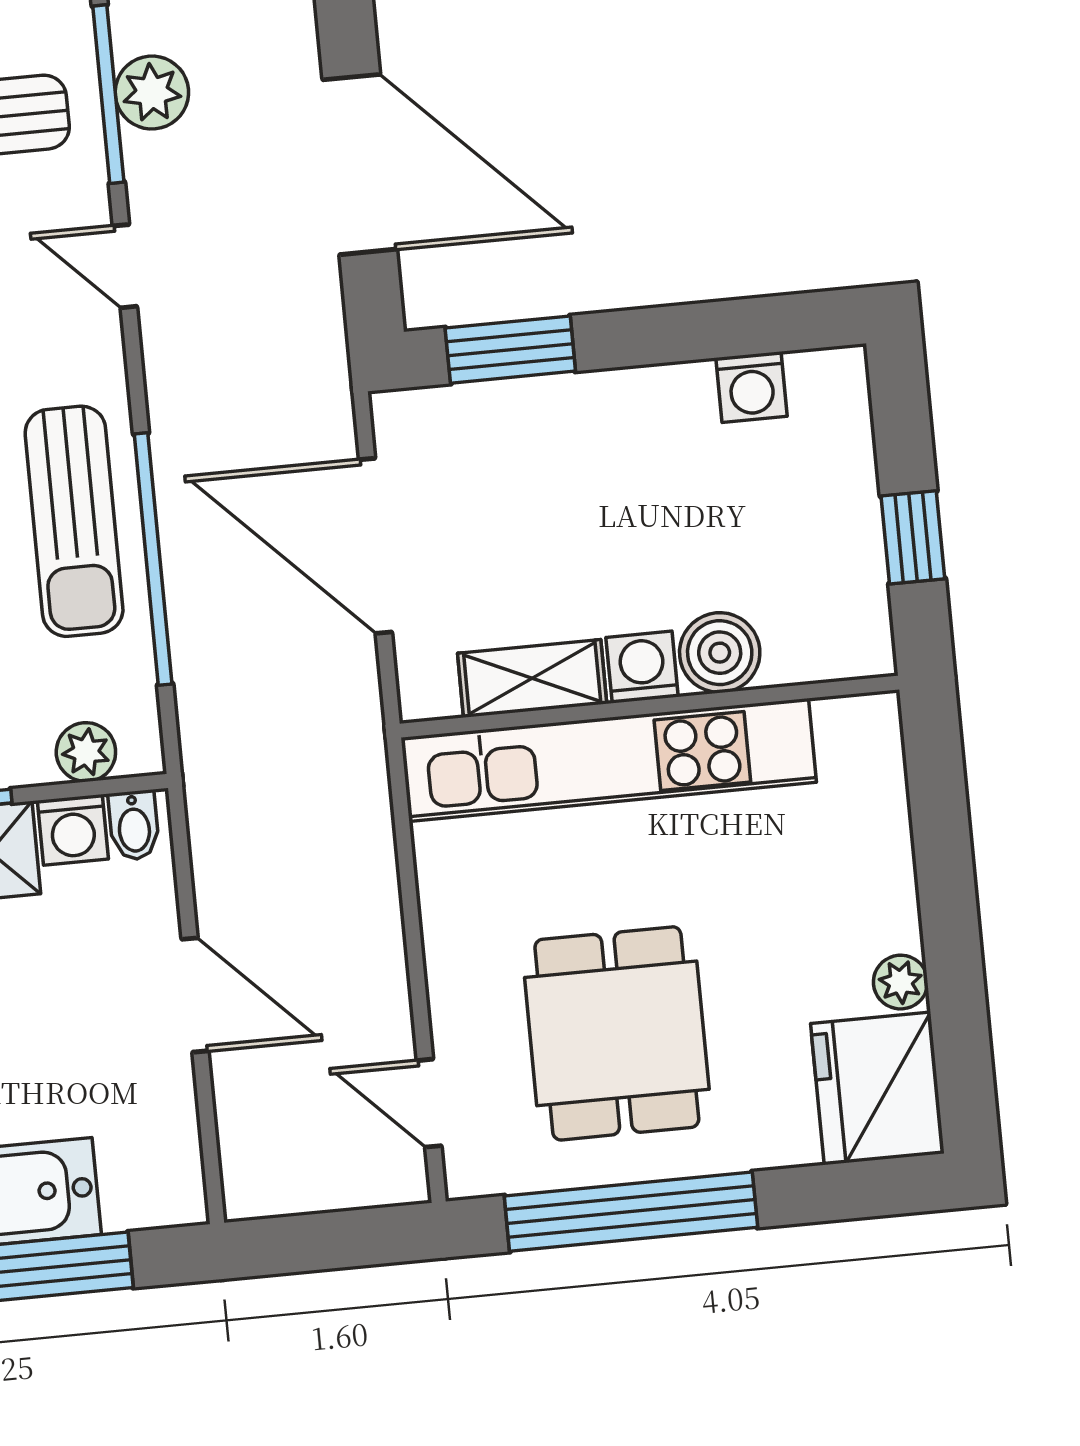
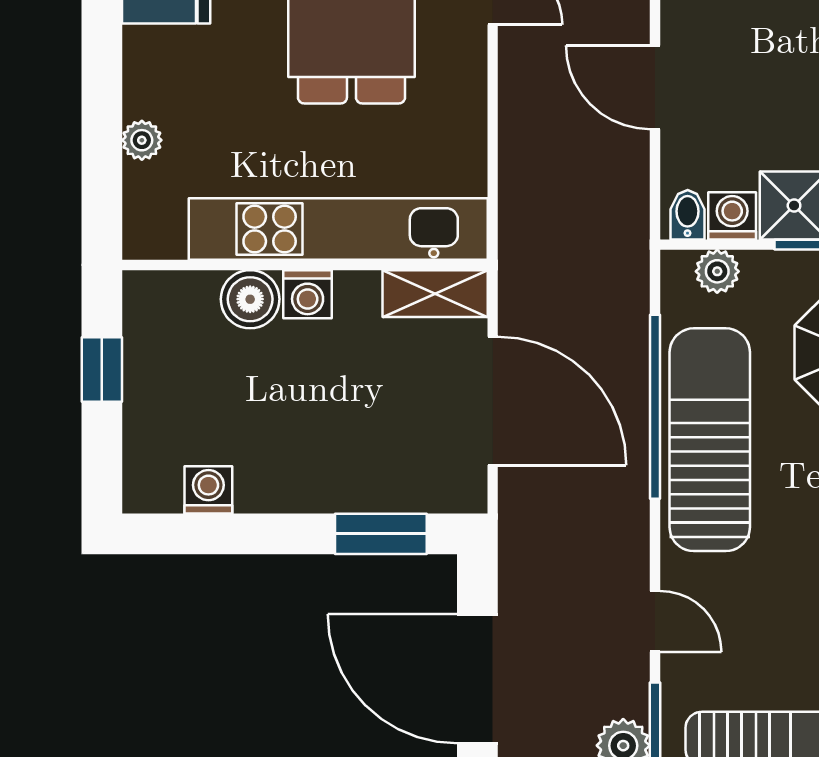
sun lounger: (74, 521) -> (710, 440), width x1.36, depth x1.34
shelving: (532, 678) -> (435, 294), moved
plant: (901, 982) -> (142, 140), moved

